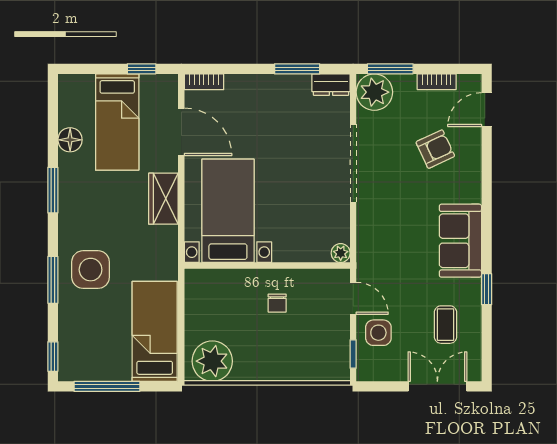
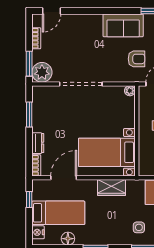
nightstand: (82, 85) -> (38, 232), added
dresser: (331, 85) -> (38, 143), moved
door: (487, 110) -> (51, 11), hinge flipped
armchair: (435, 149) -> (137, 59), moved, turned 115
wardrobe: (163, 199) -> (112, 188), moved
side table: (91, 270) -> (139, 227), width x0.54, depth x0.54

